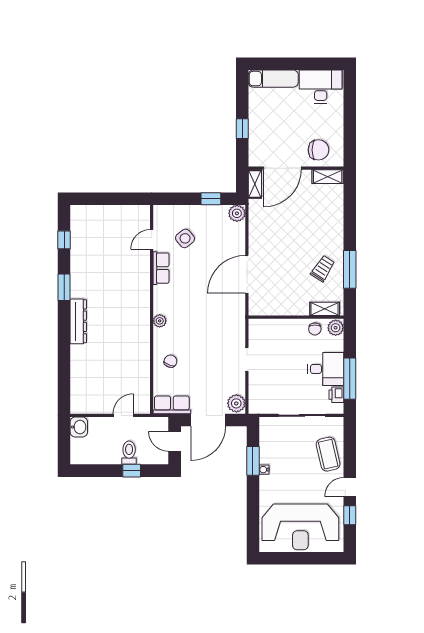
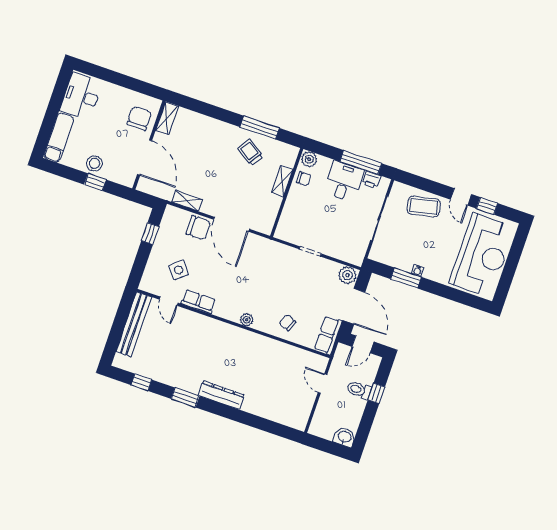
stool: (260, 122) -> (94, 163), added
shelving: (255, 184) -> (187, 201), moved
bench: (118, 213) -> (134, 324), added
plant: (237, 213) -> (172, 214), removed
chair: (232, 243) -> (198, 228), added
shelving: (325, 309) -> (282, 181), moved
washbasin: (79, 427) -> (344, 437), moved

